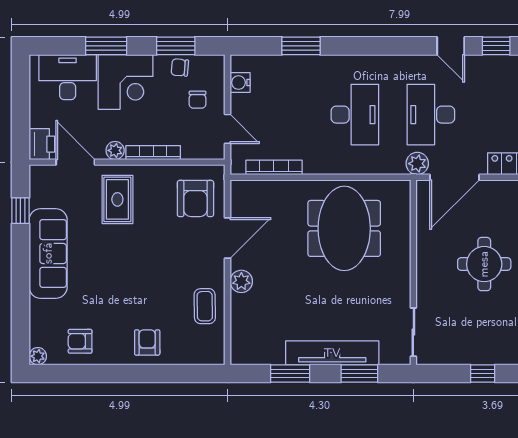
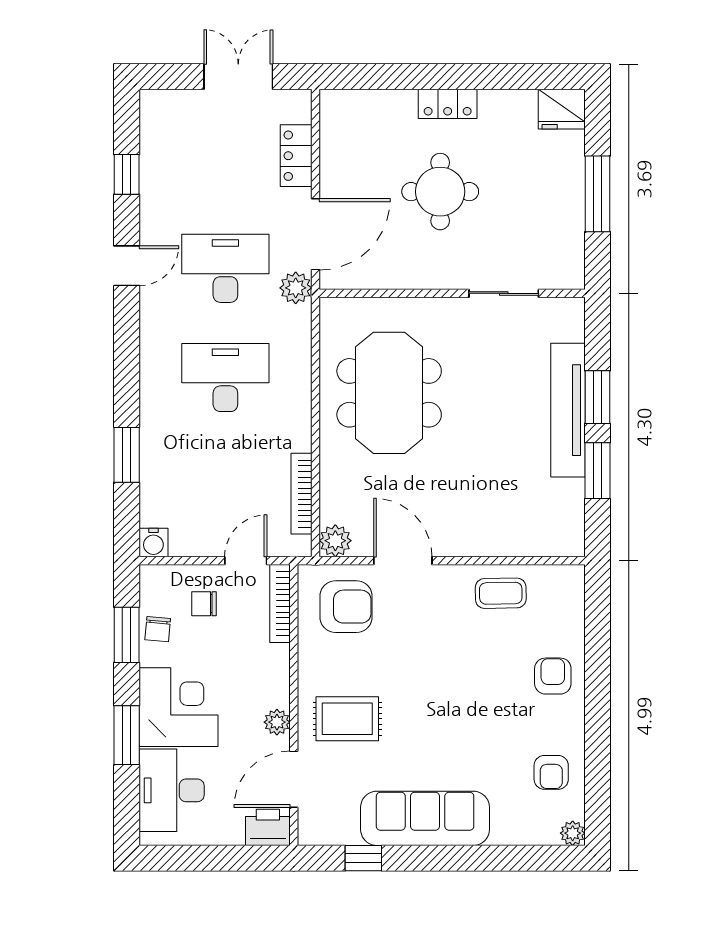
door: (451, 46) -> (127, 266), moved
water cooler: (240, 83) -> (153, 542), moved
chair: (198, 100) -> (204, 604), turned 180
desk: (431, 115) -> (225, 268), turned 180
bookcase: (153, 153) -> (280, 603), moved
door: (454, 177) -> (315, 234), hinge flipped
meeting table: (344, 228) -> (389, 393), turned 90
plant: (241, 281) -> (335, 541), moved
sliding door: (413, 332) -> (504, 293), moved
armchair: (147, 342) -> (553, 676), turned 90
window: (359, 374) -> (598, 397), moved
window: (483, 374) -> (598, 194), width x2.17

